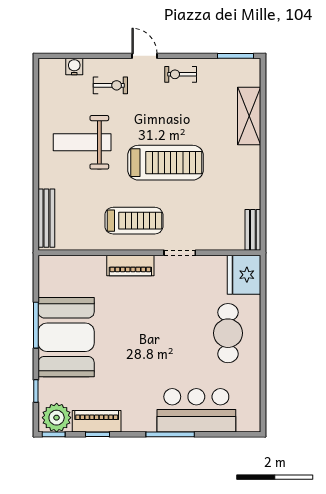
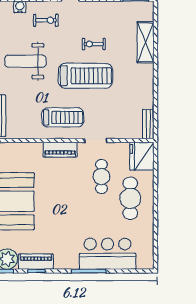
exercise bike: (181, 74) -> (94, 44), moved
cafe table: (188, 303) -> (101, 177), added

